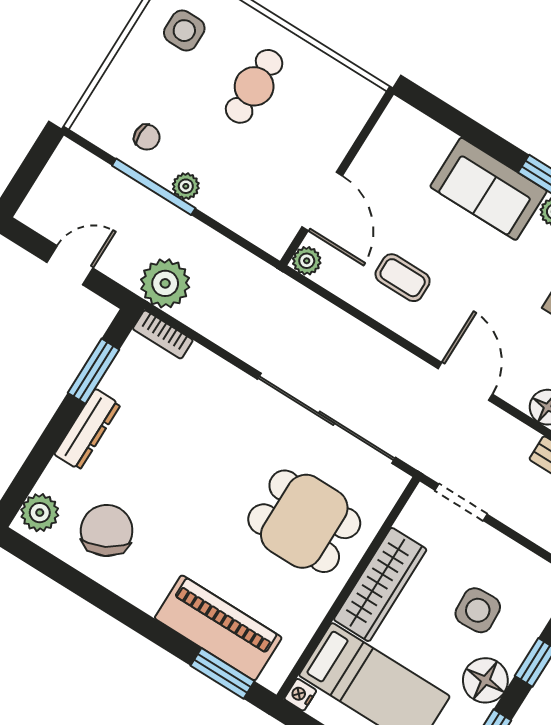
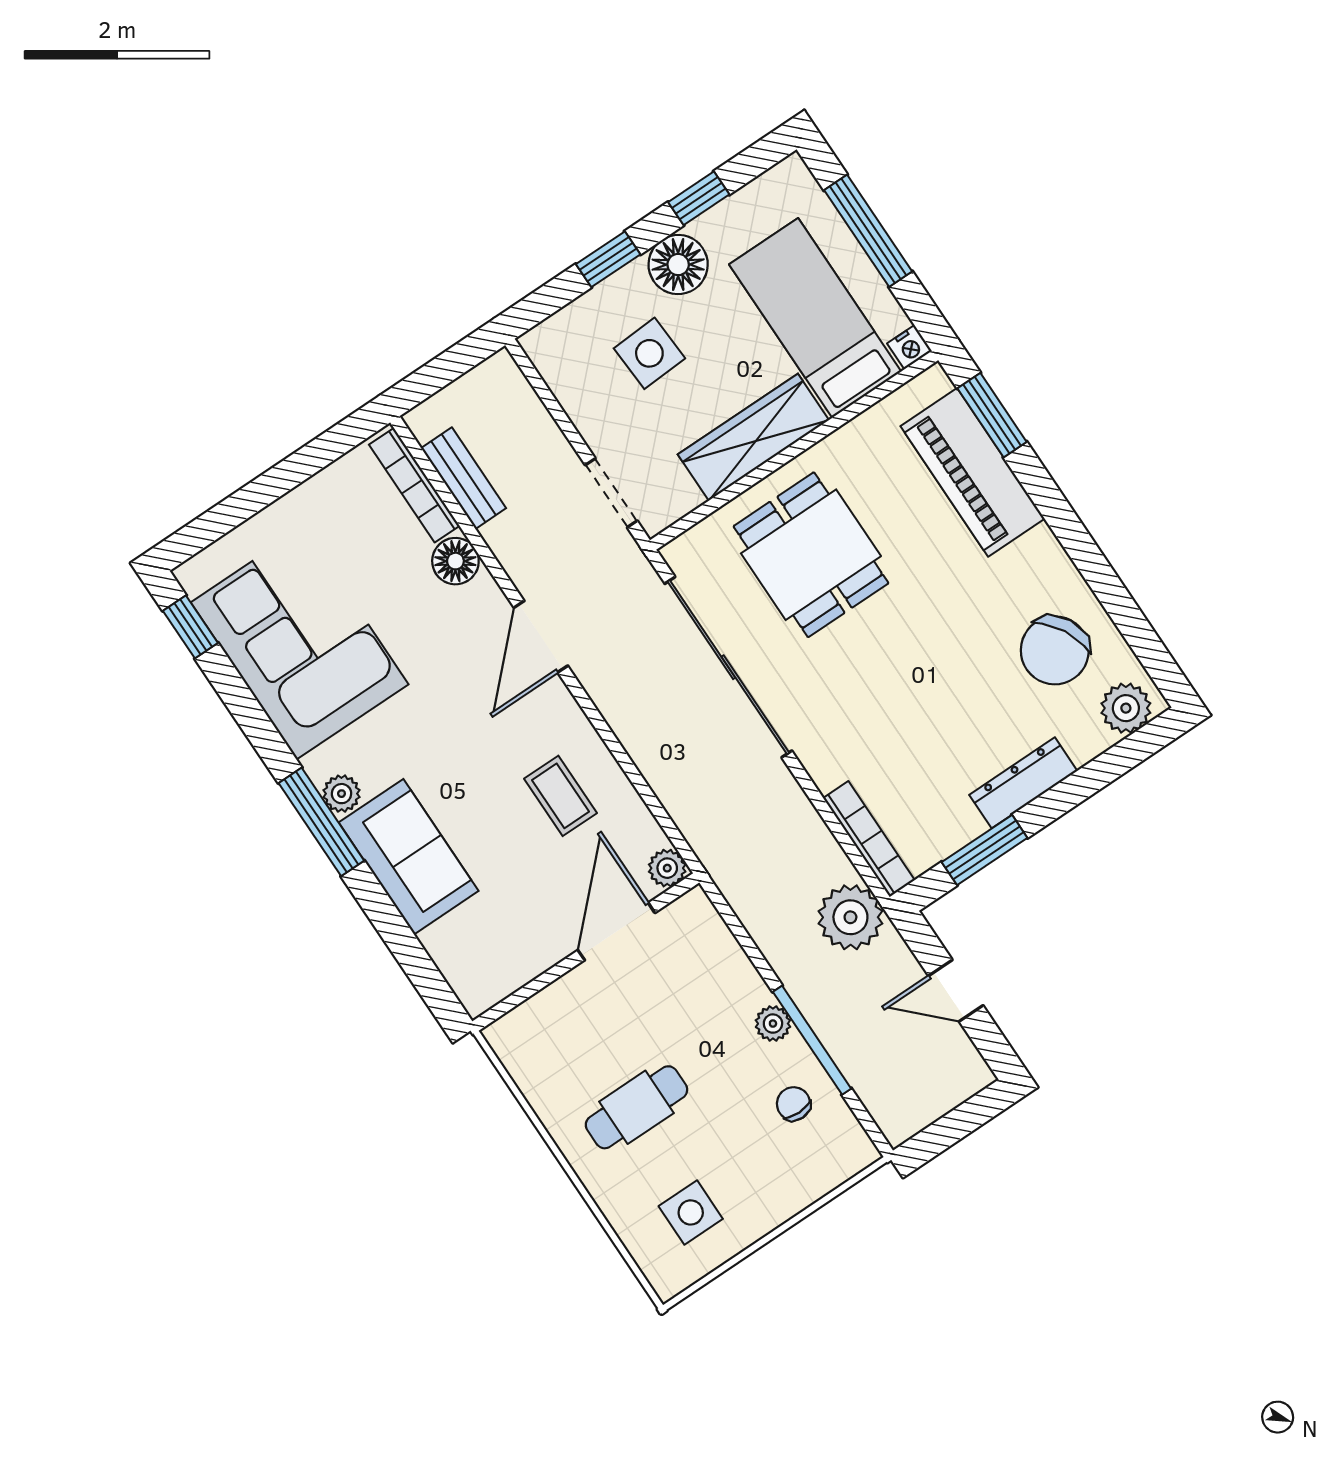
bookcase: (163, 334) -> (869, 839), width x1.56

